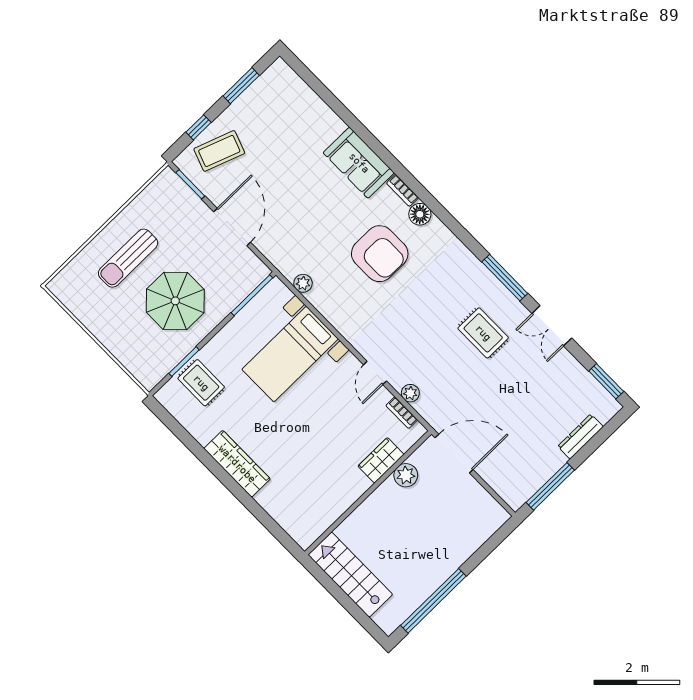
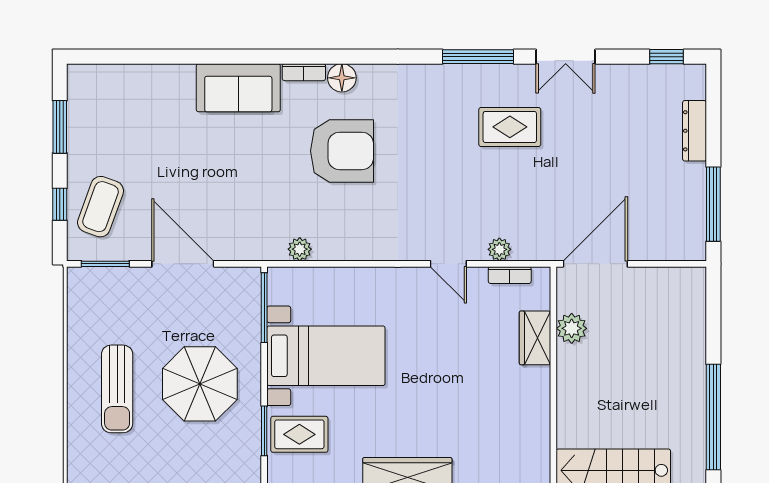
bed with nightstands: (290, 354) -> (326, 356), moved, turned -90
window: (606, 381) -> (667, 57), width x0.67

